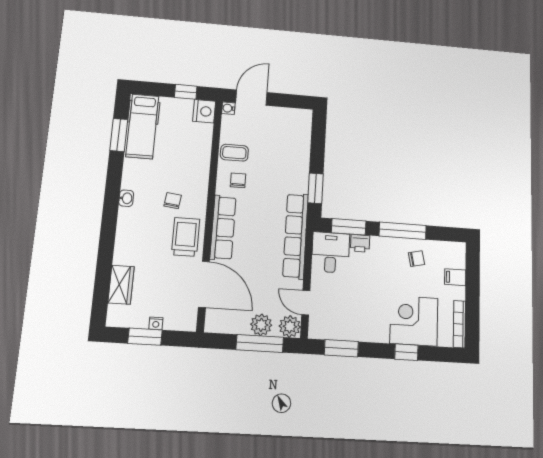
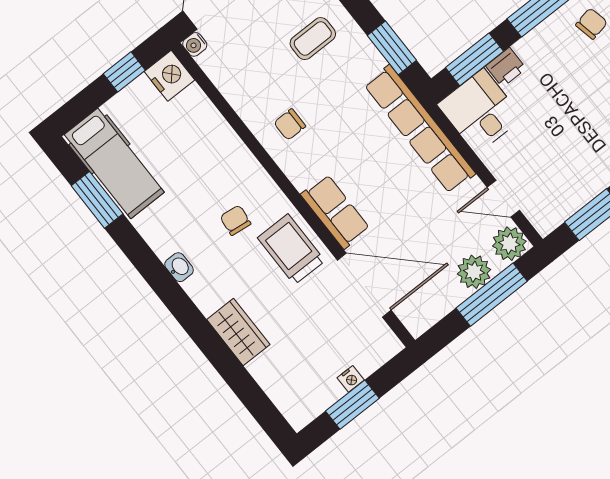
coffee table: (234, 153) -> (313, 39), moved
chair: (238, 180) -> (290, 124), turned -90
row of seats: (223, 228) -> (335, 212), width x0.68
wardrobe: (121, 285) -> (238, 332), moved

